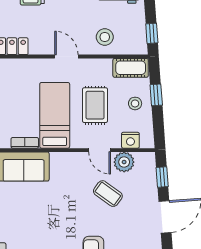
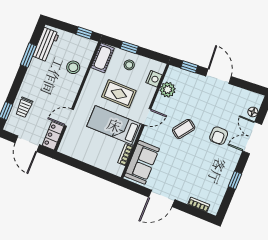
door: (66, 57) -> (69, 118), moved
door: (100, 150) -> (147, 117), moved
coffee table: (108, 194) -> (184, 129), moved

